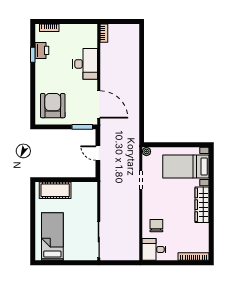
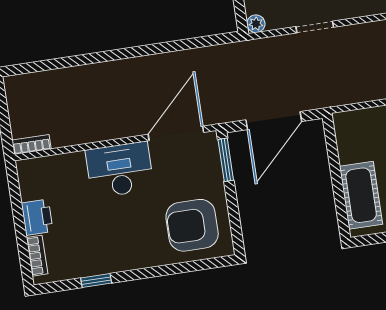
printer: (42, 50) -> (37, 217), moved, turned 90
desk: (85, 64) -> (120, 170), moved
door: (98, 153) -> (274, 121), width x1.87

